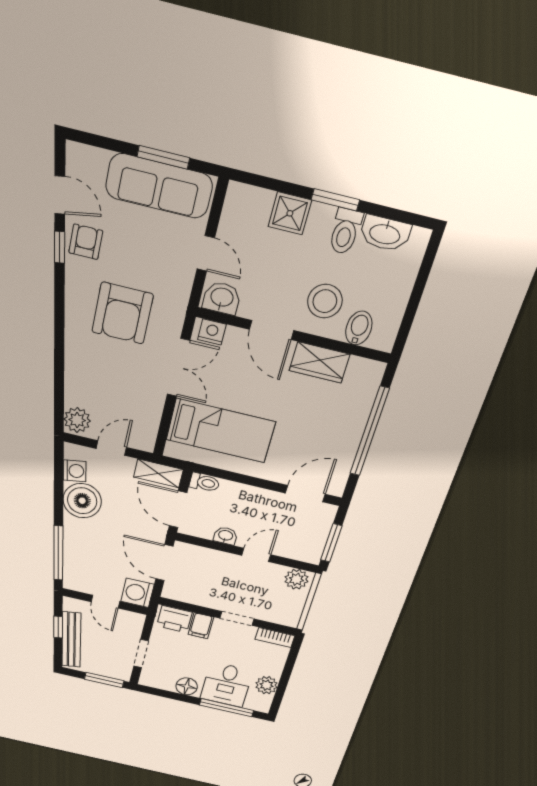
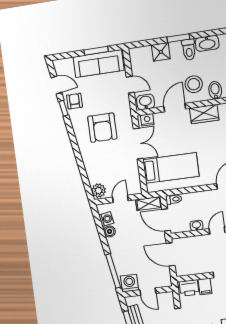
door: (271, 330) -> (175, 108), swing flipped
boiler: (82, 501) -> (110, 231), width x0.54, depth x0.54
washing machine: (137, 593) -> (129, 283), moved, turned 90

